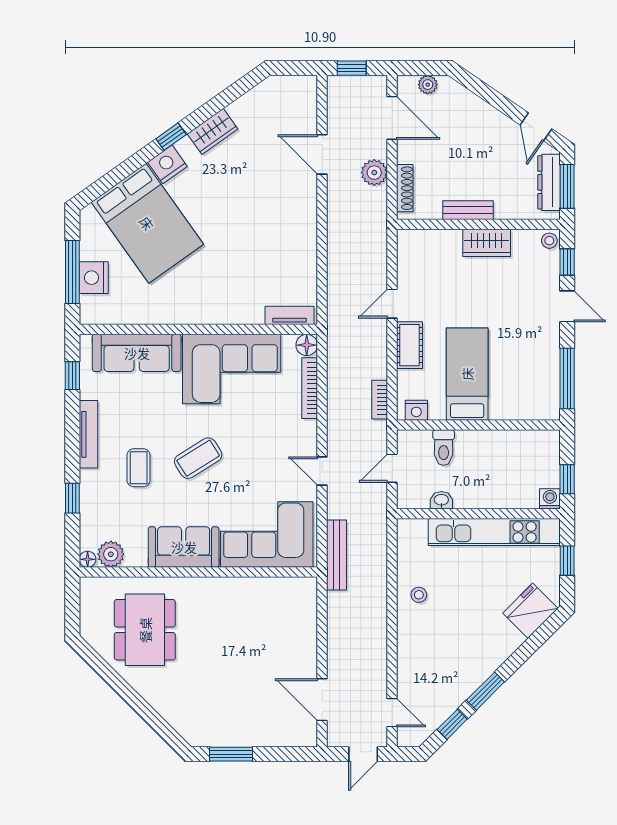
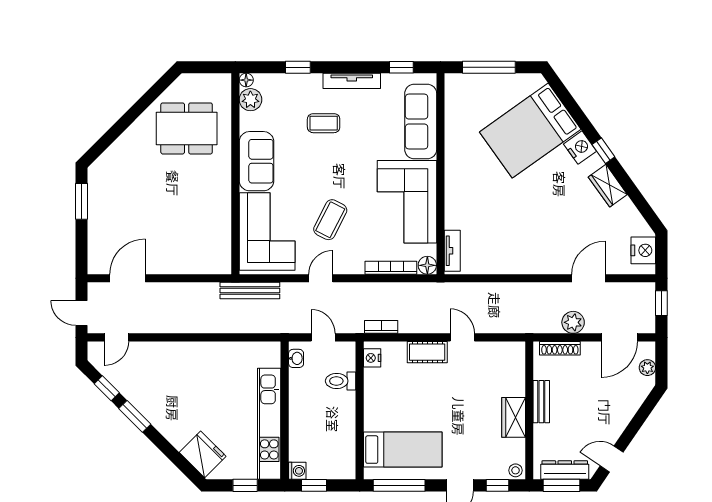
nightstand: (94, 278) -> (643, 250), moved, turned 90
bed: (467, 374) -> (403, 450), moved
coffee table: (198, 458) -> (330, 220), moved, turned 59
washbasin: (441, 500) -> (296, 358), moved
stool: (419, 595) -> (216, 360), removed

